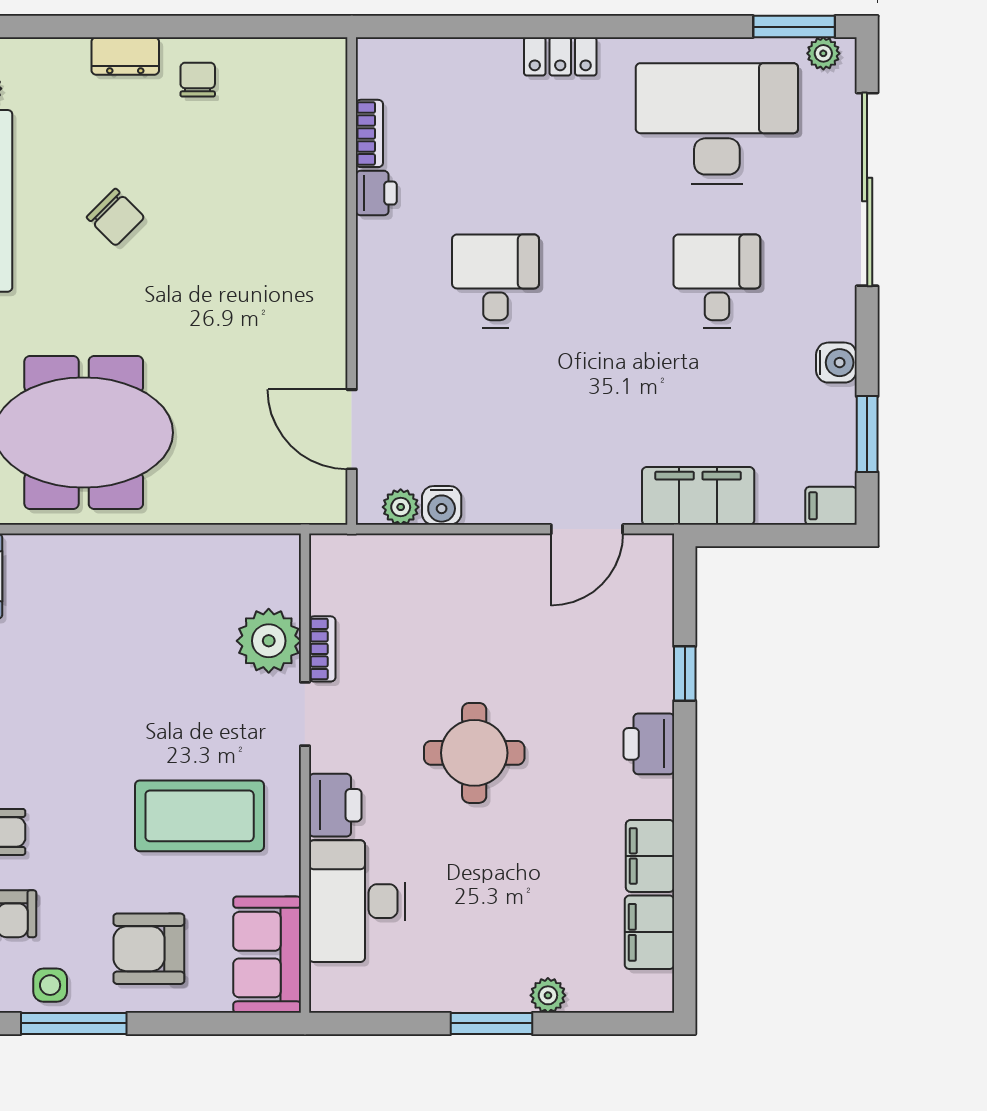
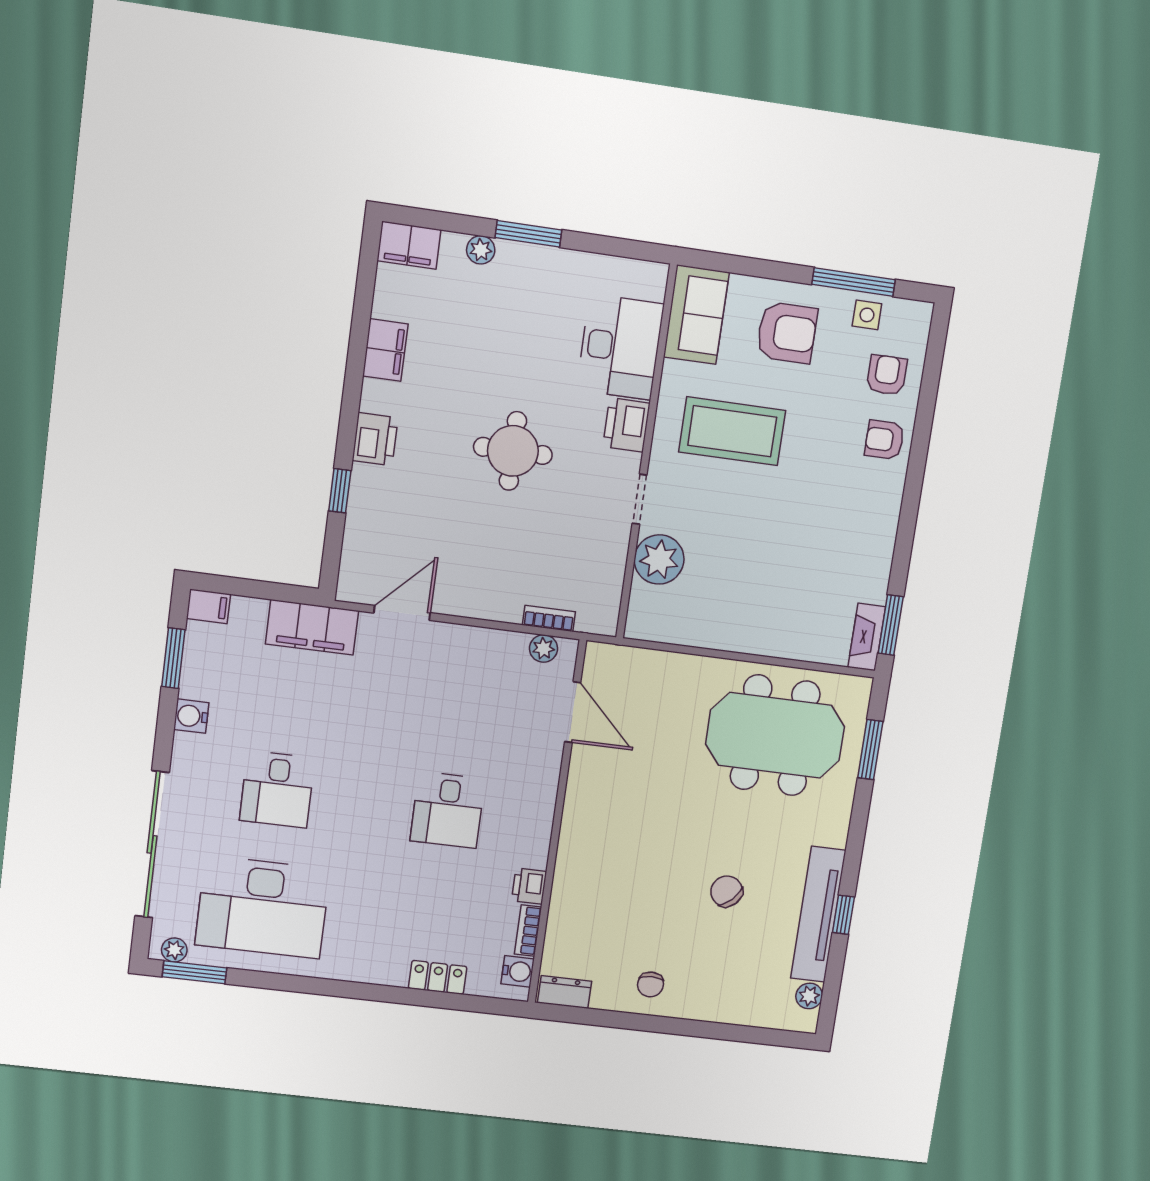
dresser: (125, 56) -> (564, 992), moved
locker: (560, 56) -> (438, 977), moved
water cooler: (442, 505) -> (518, 971), moved, turned 90
bookcase: (322, 649) -> (549, 618), moved, turned 90
filing cabinet: (649, 932) -> (409, 245), moved, turned 90

